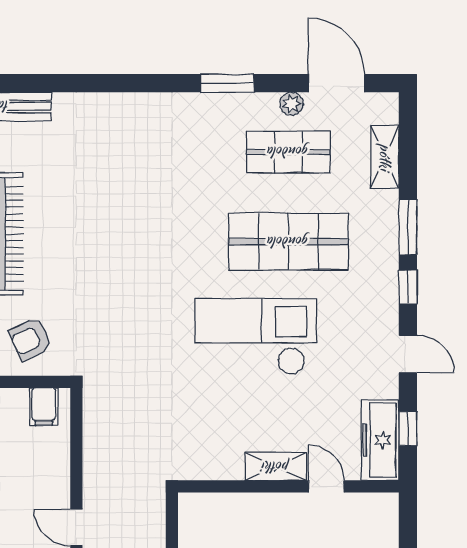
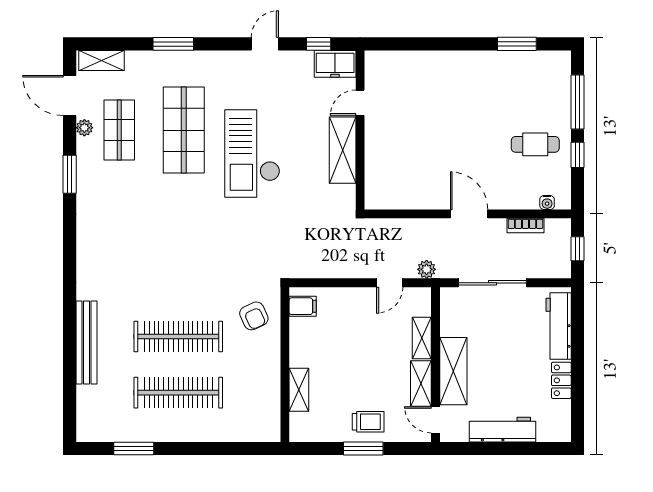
door: (336, 83) -> (70, 95), hinge flipped
shelving: (385, 157) -> (102, 61), moved
window: (408, 287) -> (217, 44), removed
freezer: (380, 440) -> (335, 64), width x0.71
shelving: (276, 467) -> (343, 150), width x1.50, depth x1.33

